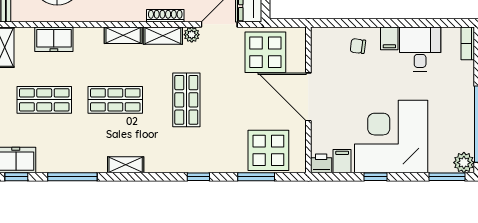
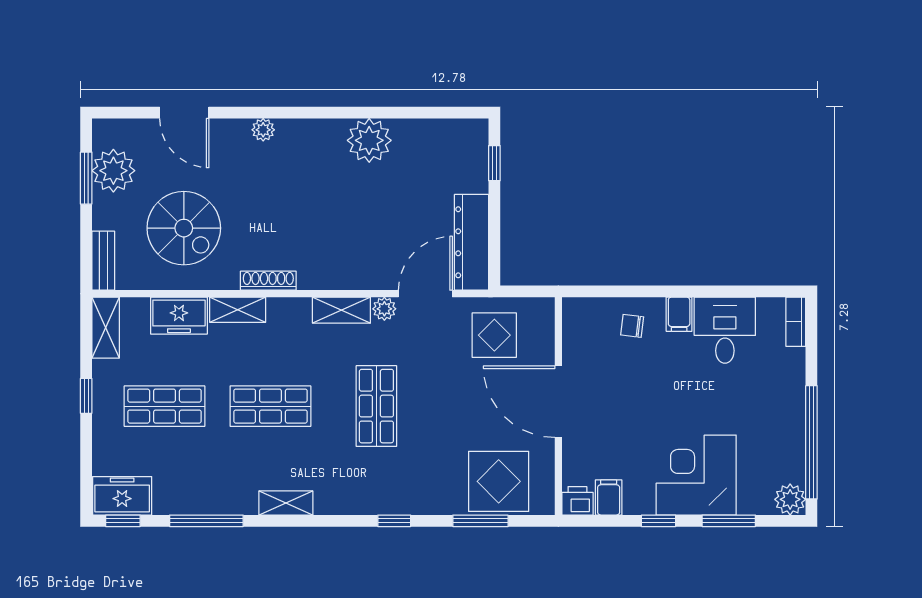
shoe rack: (165, 16) -> (268, 281), moved
shelving: (123, 35) -> (238, 310), moved
display table: (265, 52) -> (494, 335), width x0.73, depth x0.73
corner desk: (391, 136) -> (696, 475), width x0.74, depth x0.74
window: (447, 177) -> (729, 521), moved

